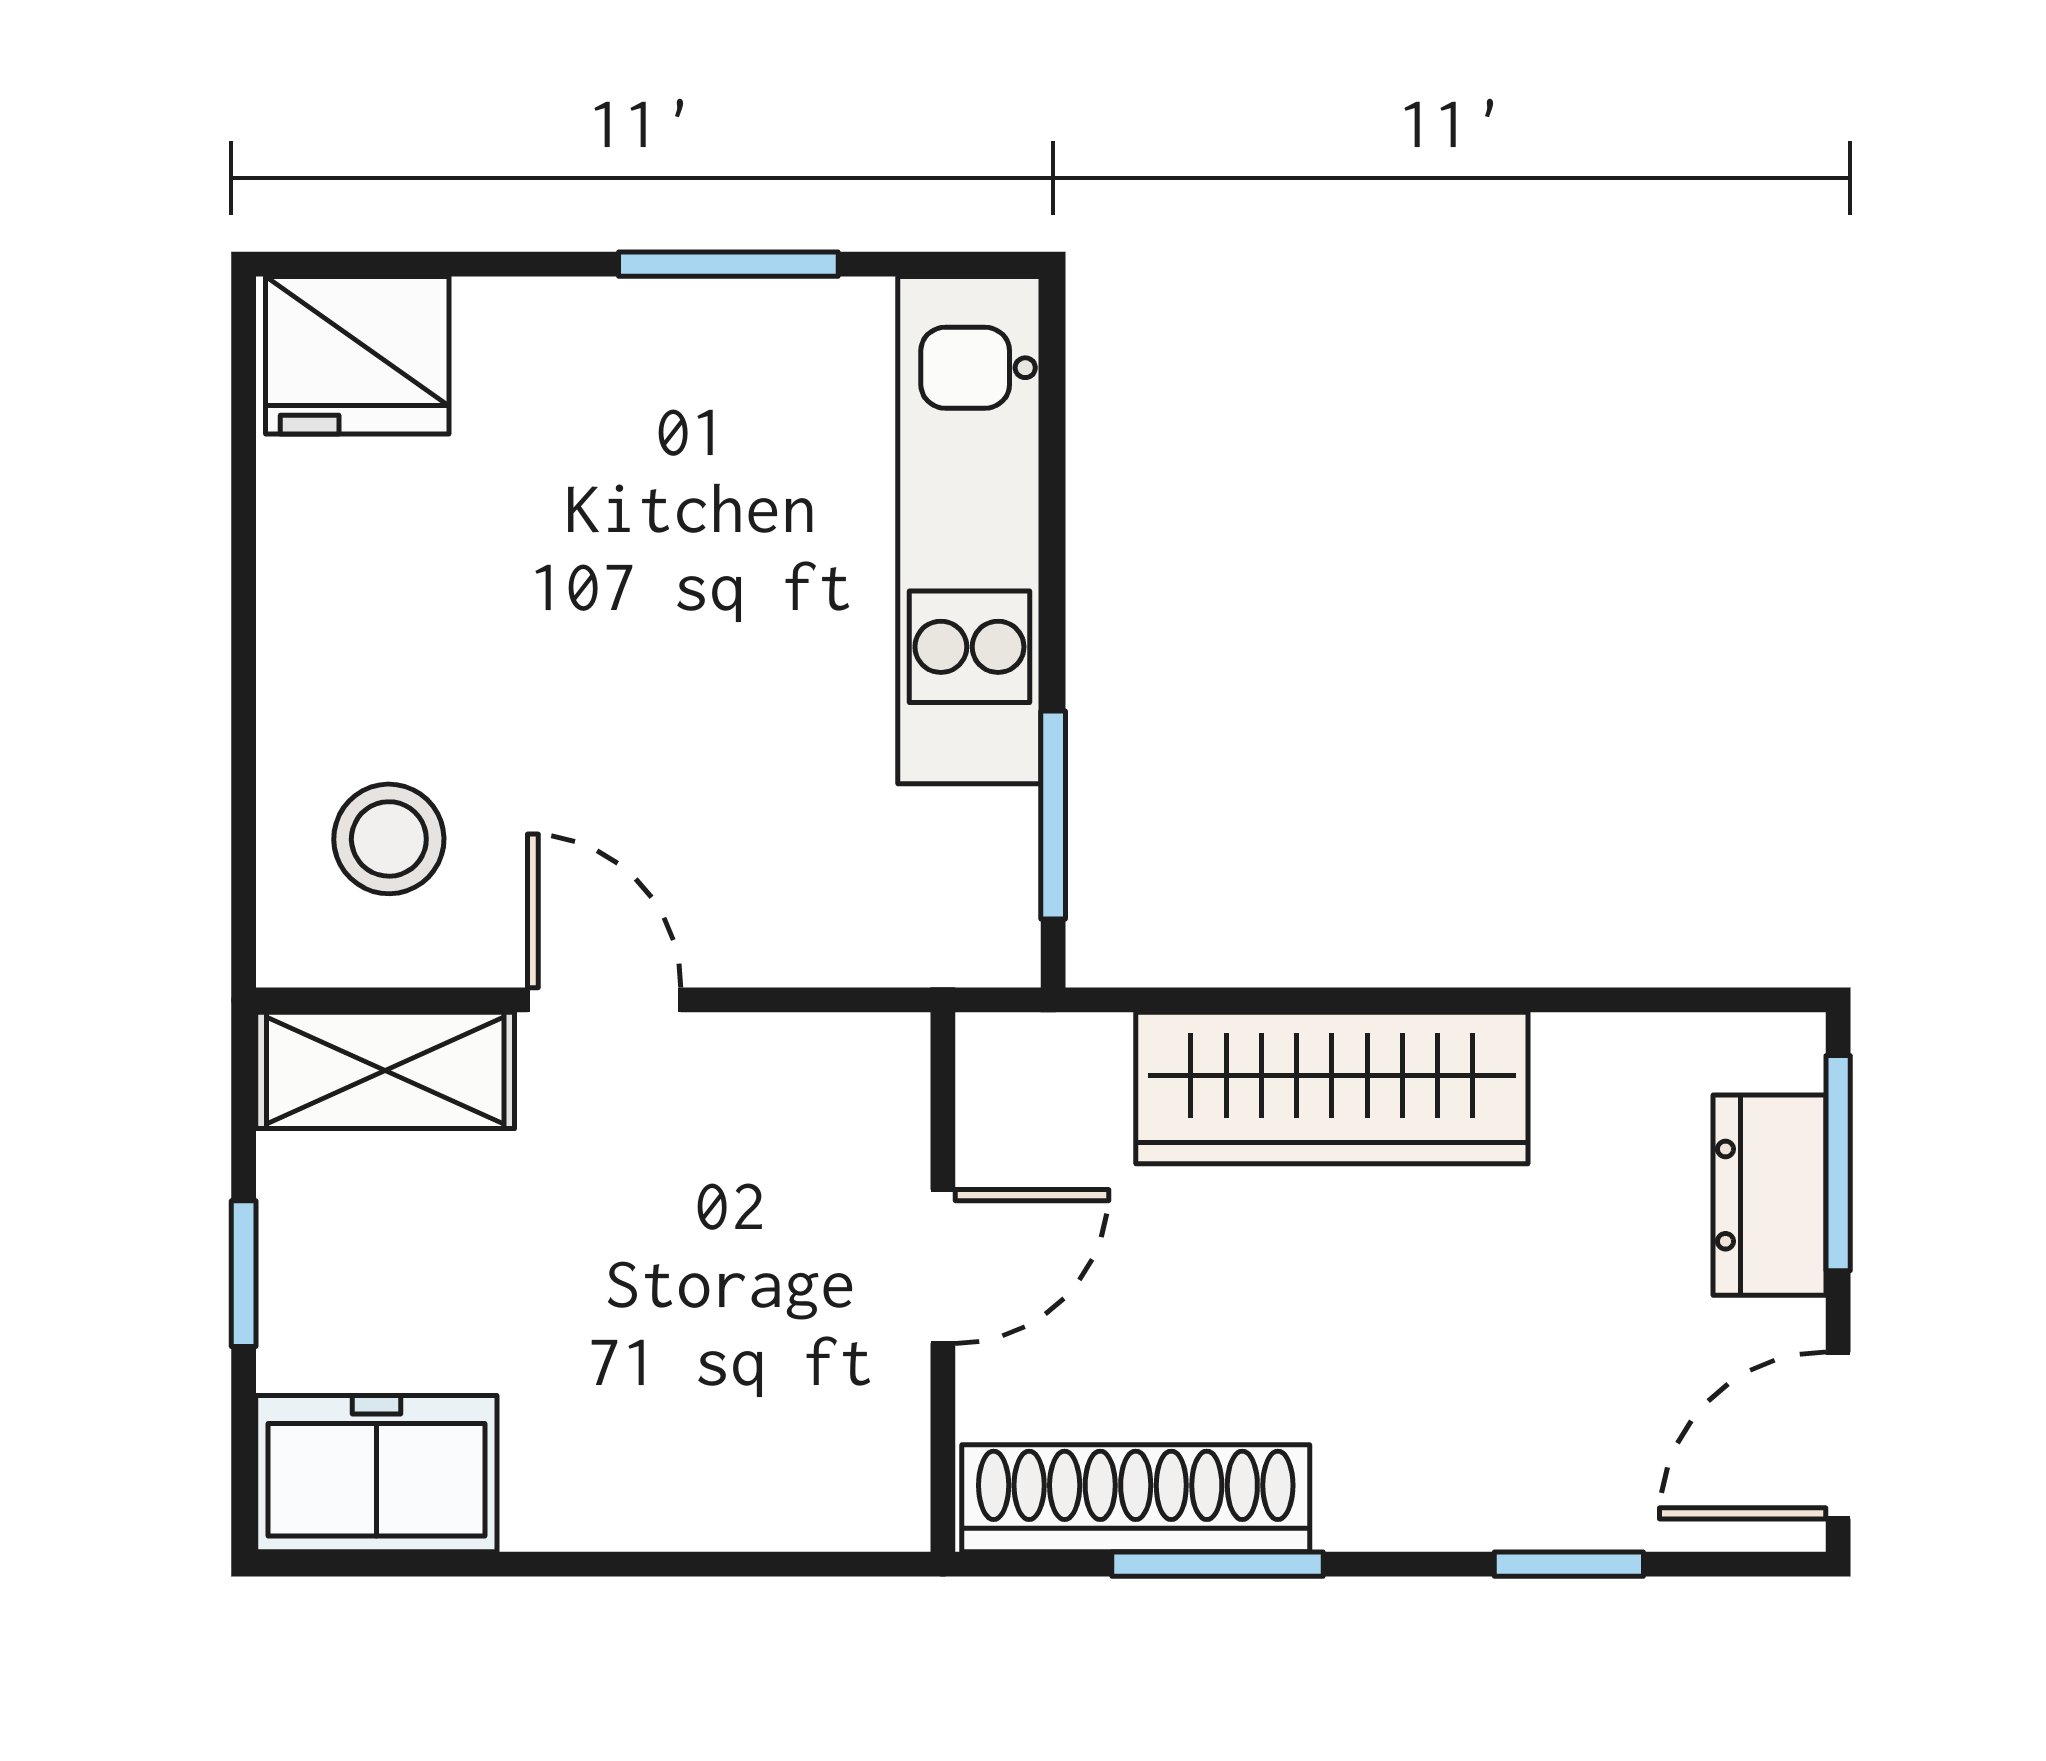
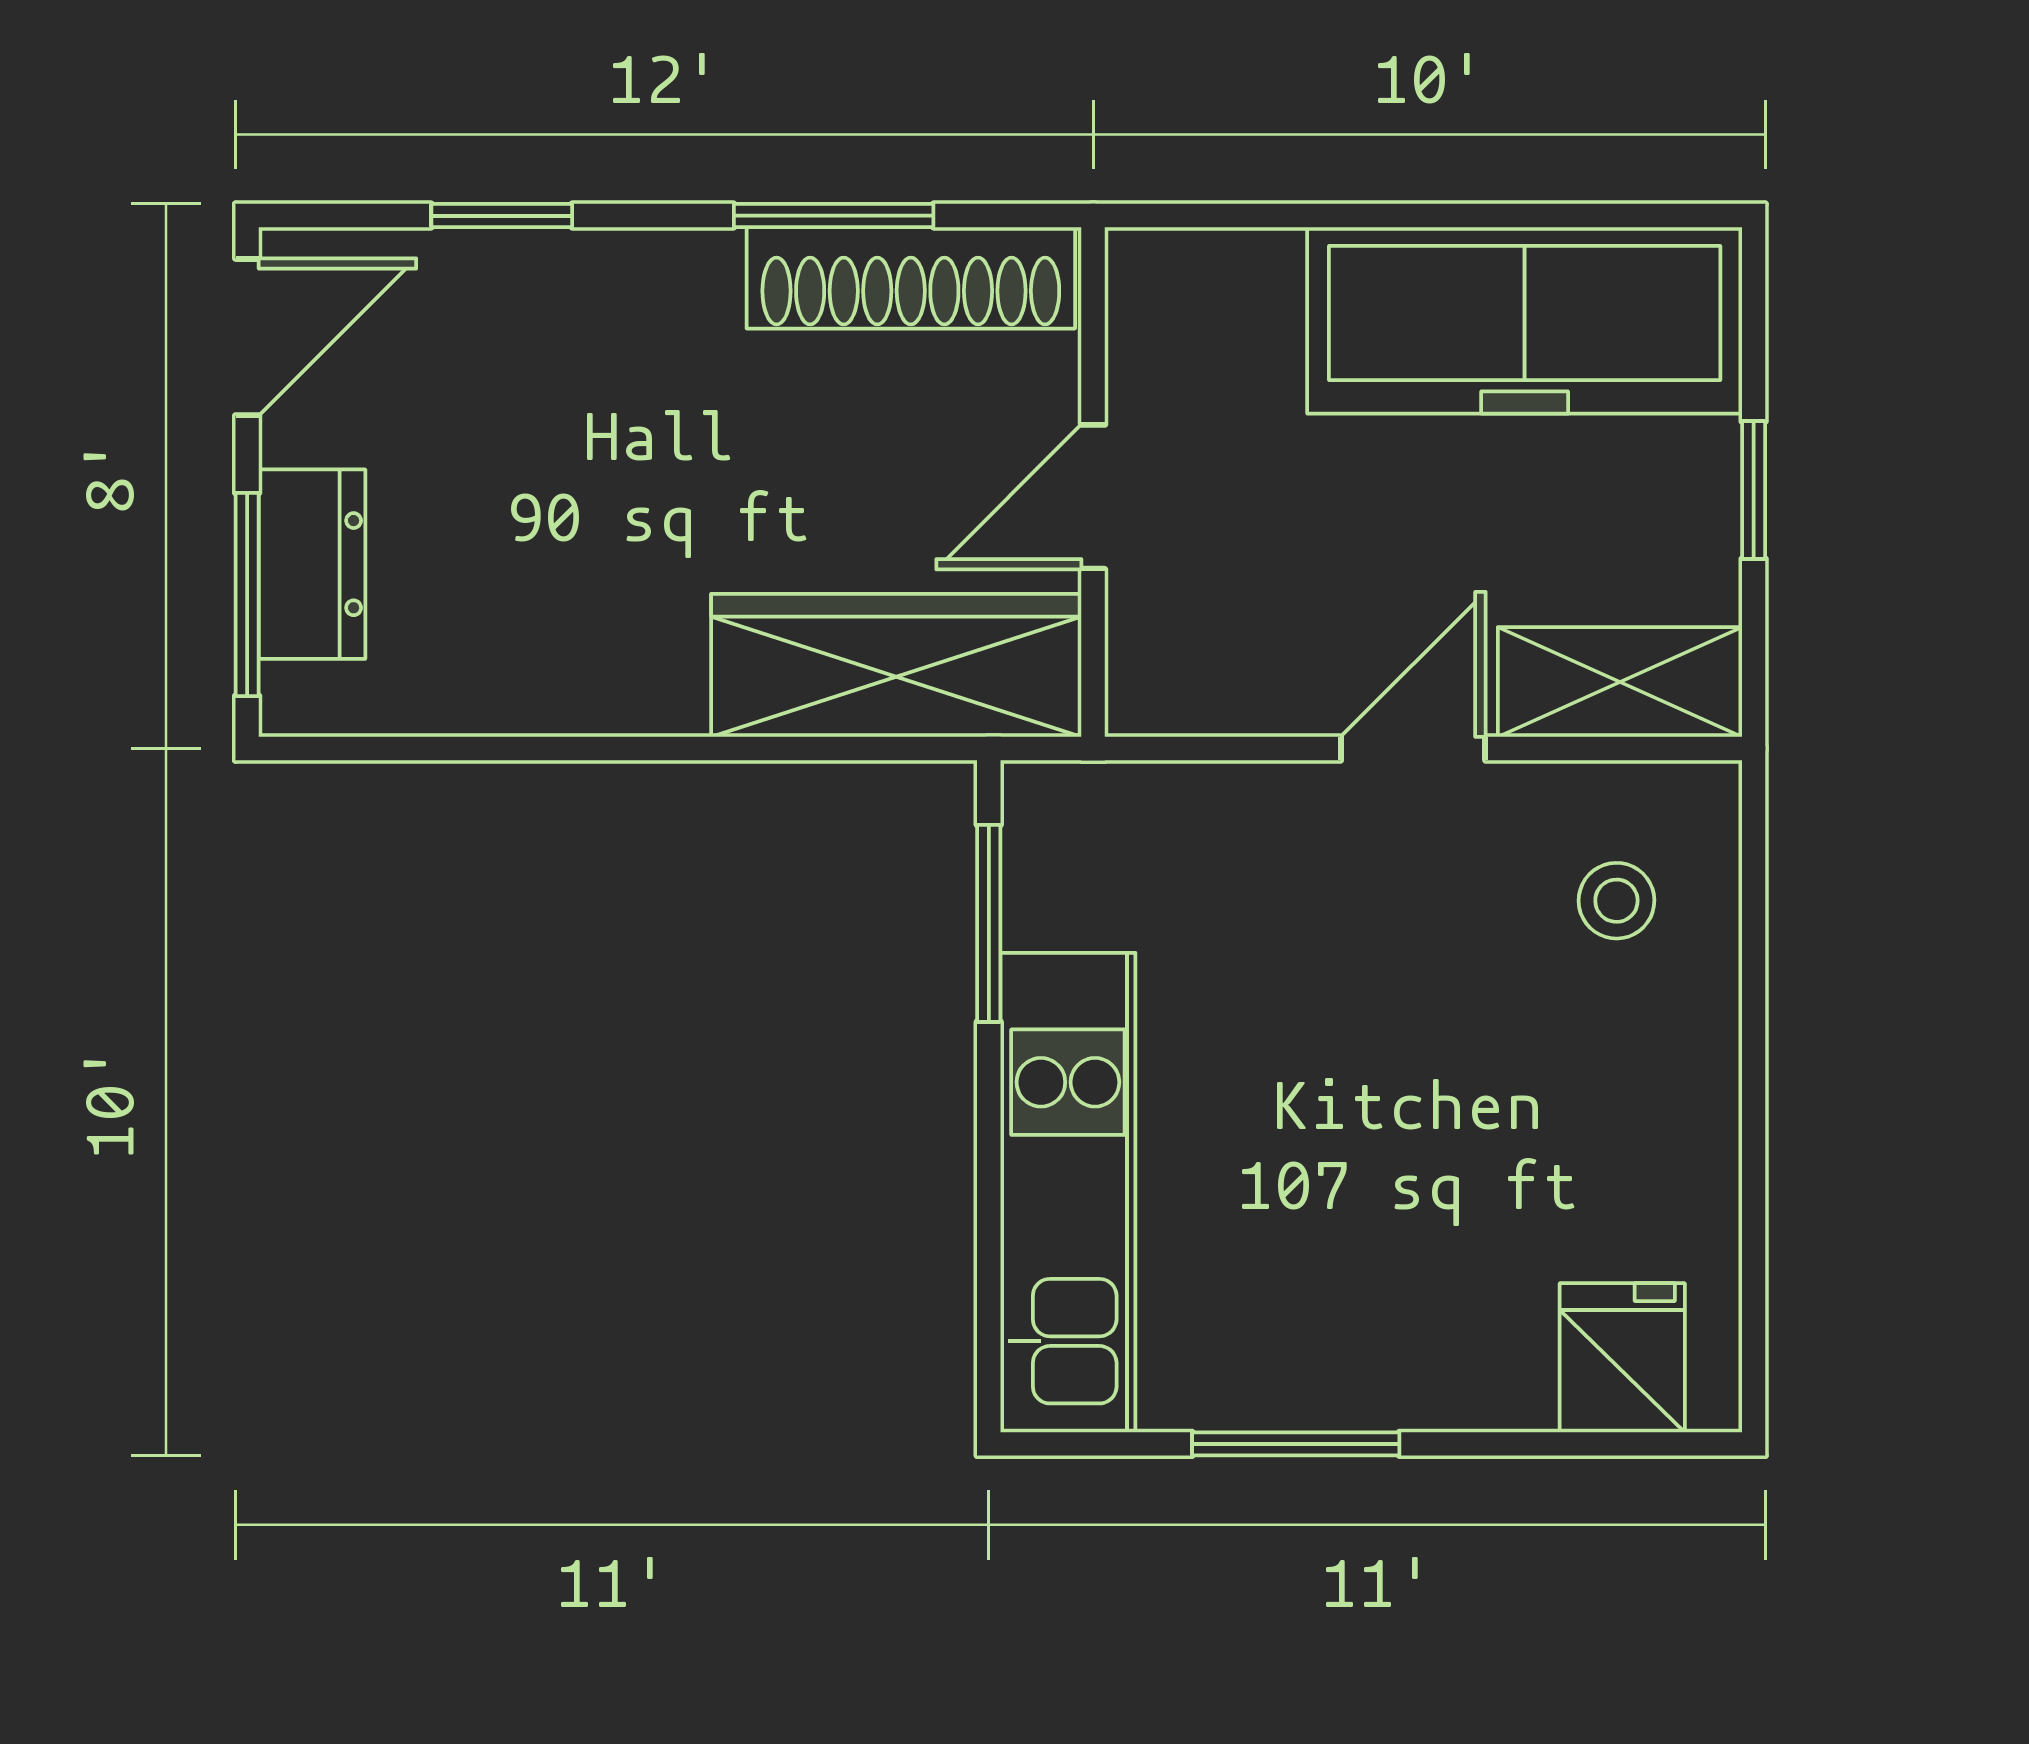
fridge: (357, 355) -> (1622, 1358), width x0.72
stool: (389, 839) -> (1616, 901), width x0.73, depth x0.73
door: (604, 1000) -> (1413, 749), swing flipped
wardrobe: (1332, 1088) -> (896, 665), moved
freezer: (376, 1474) -> (1525, 320), width x1.91, depth x1.26

